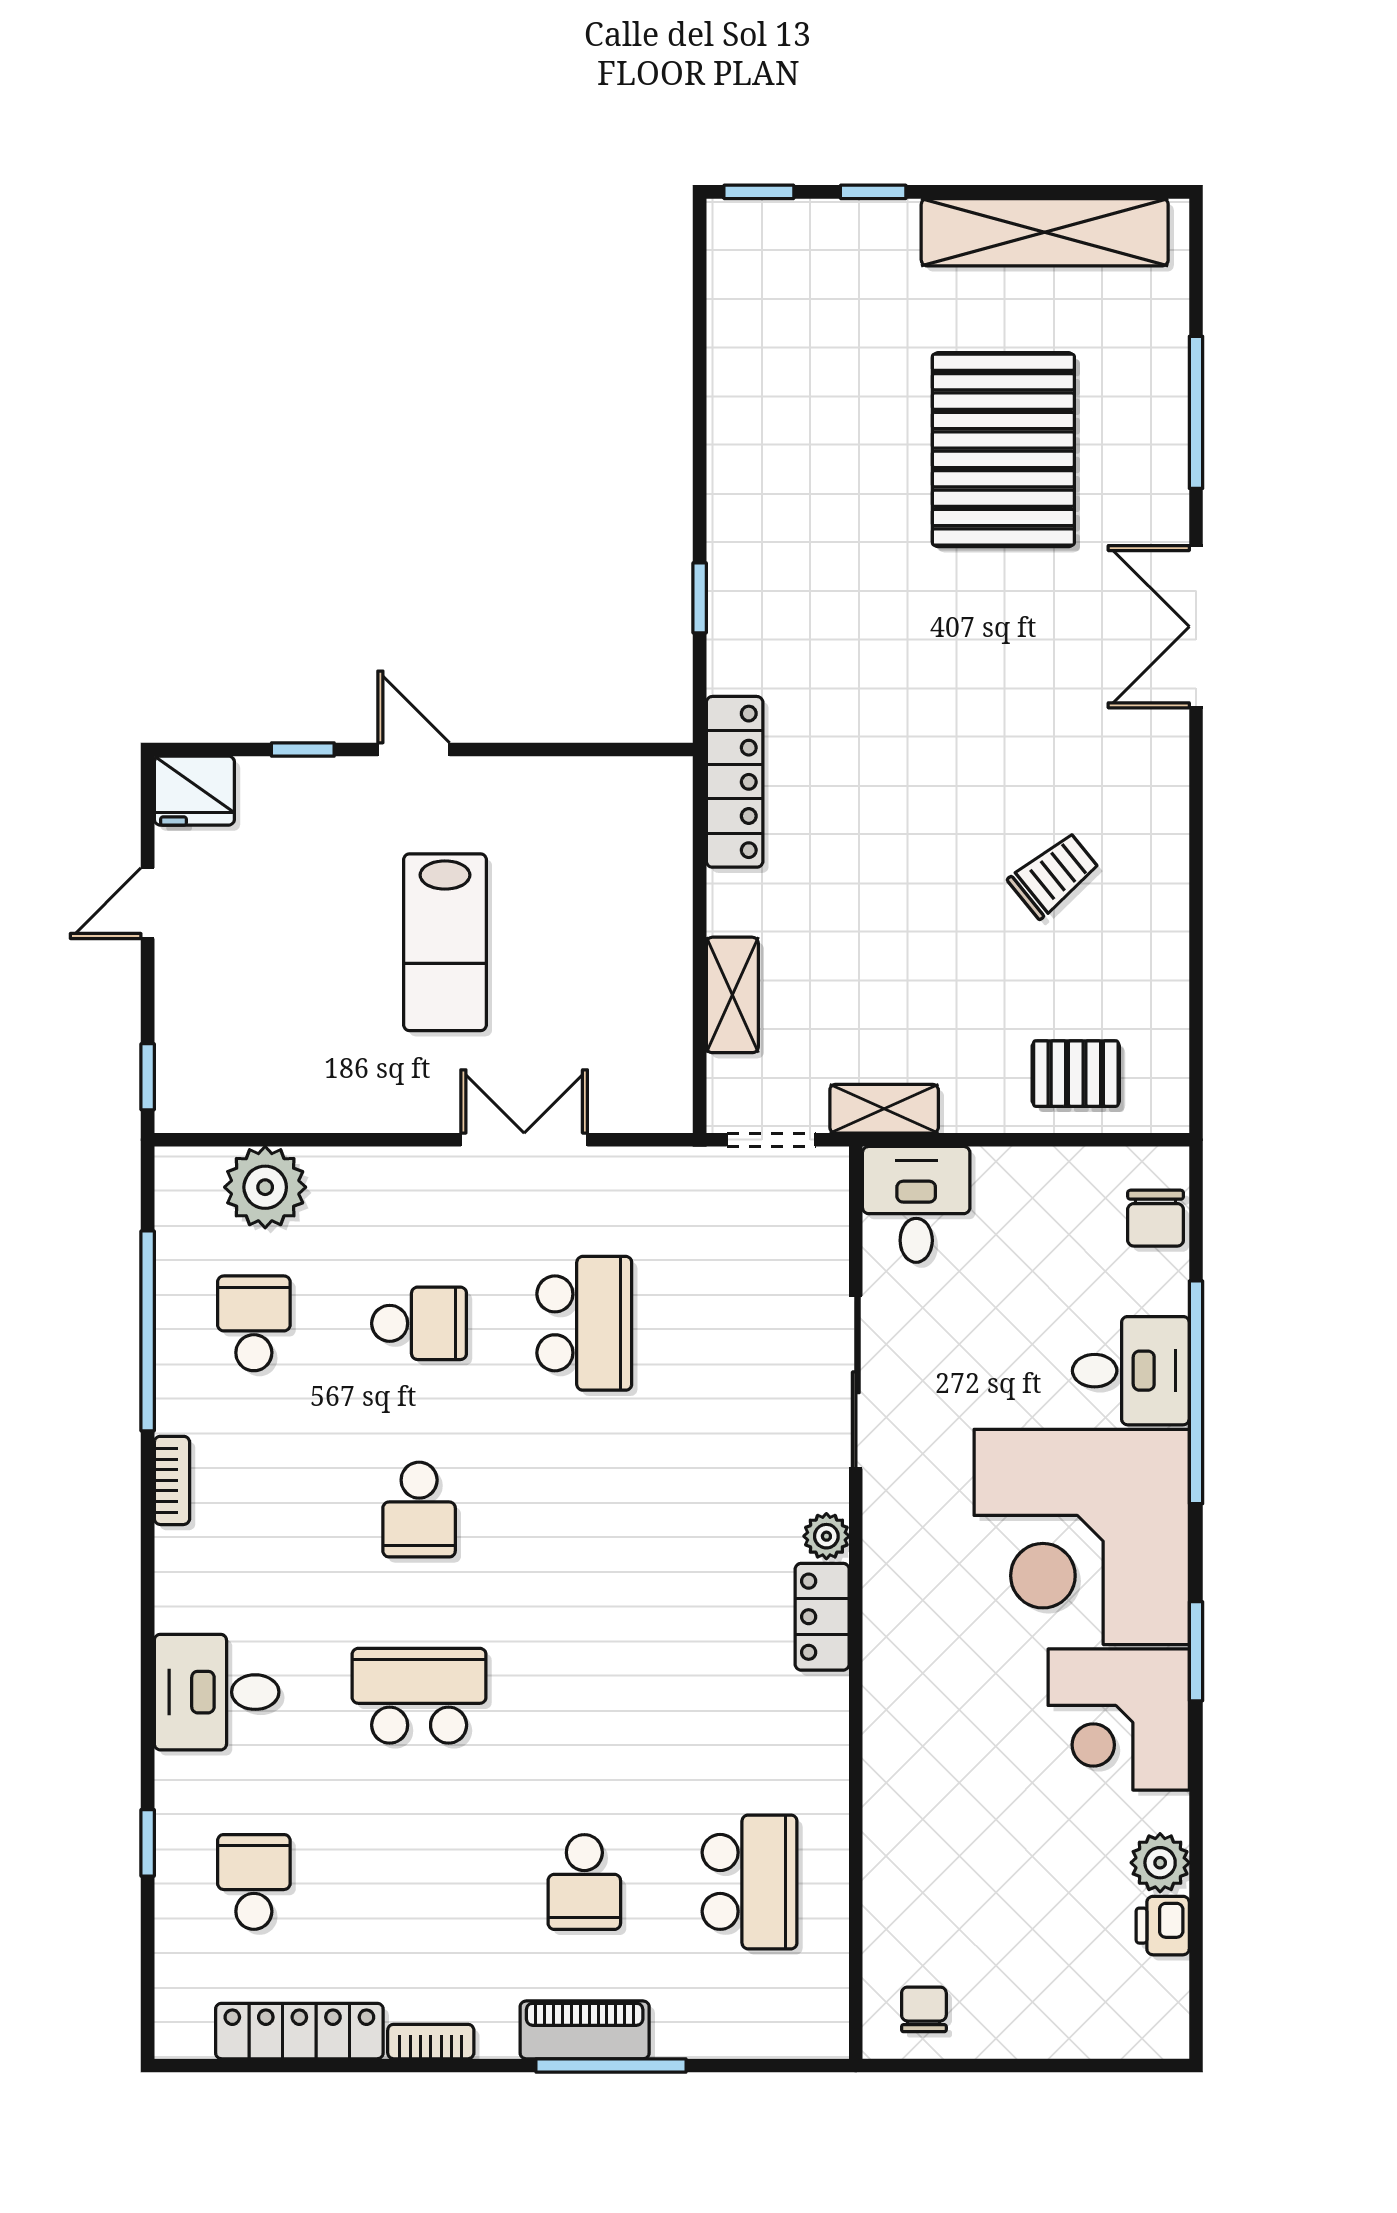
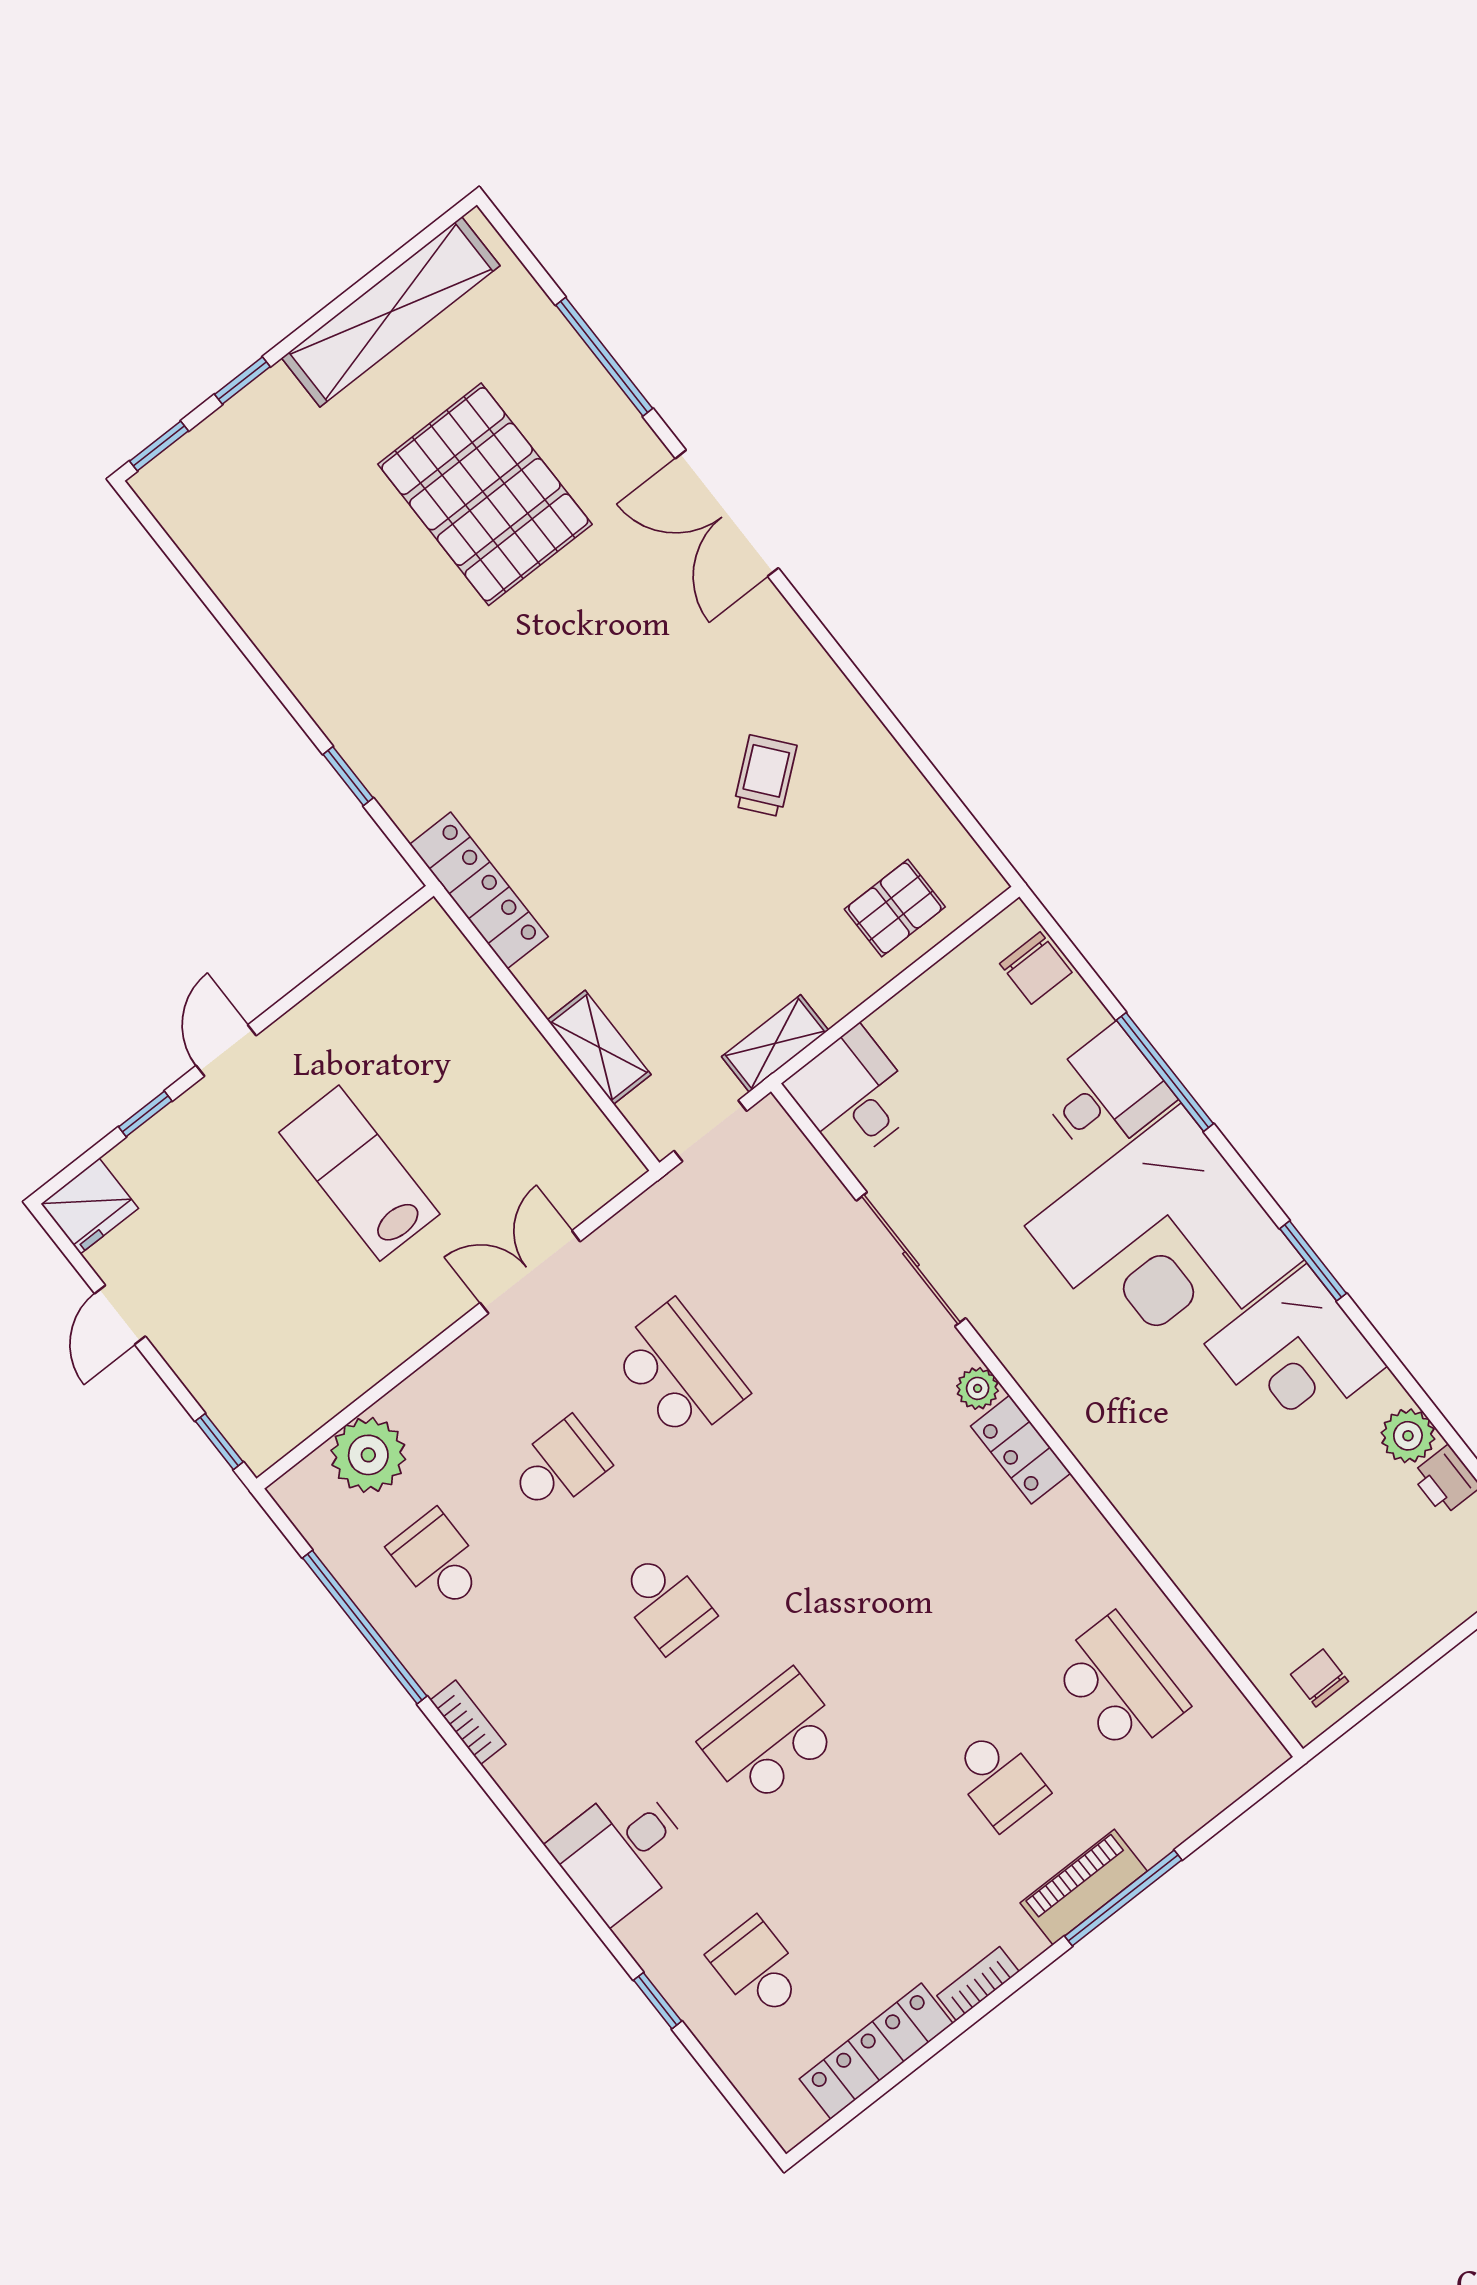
door: (414, 749) -> (226, 1050), hinge flipped
lab bench: (445, 942) -> (359, 1173), turned 180
window: (1196, 1392) -> (1165, 1072), width x0.68

